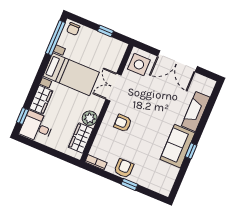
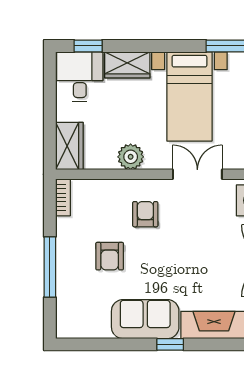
wardrobe: (81, 138) -> (69, 146), moved, turned 90
window: (191, 151) -> (170, 344), moved
armchair: (124, 168) -> (110, 256), moved, turned 90
window: (129, 184) -> (50, 267), width x2.17

